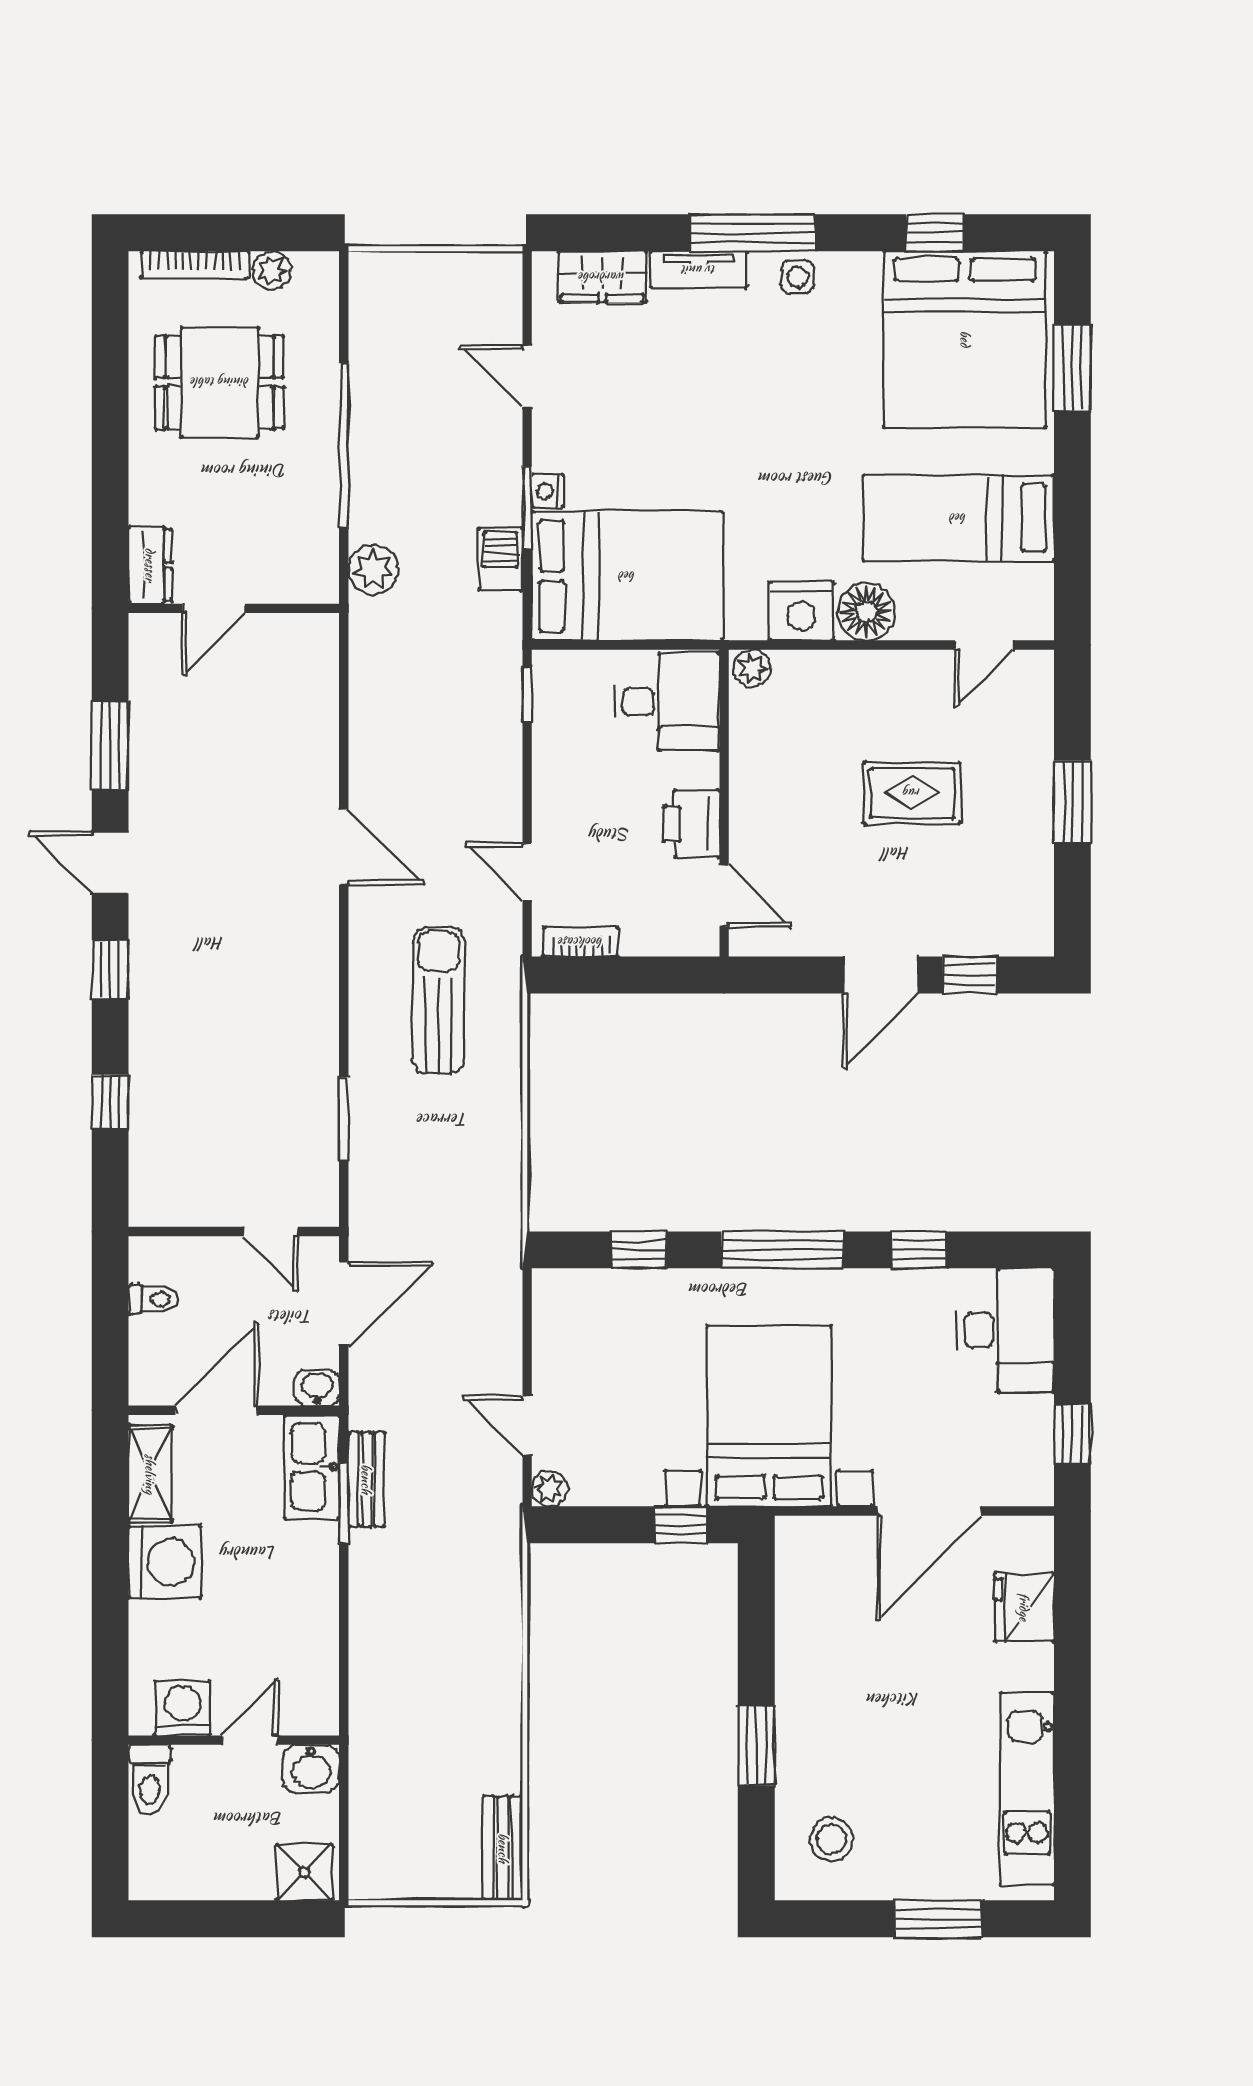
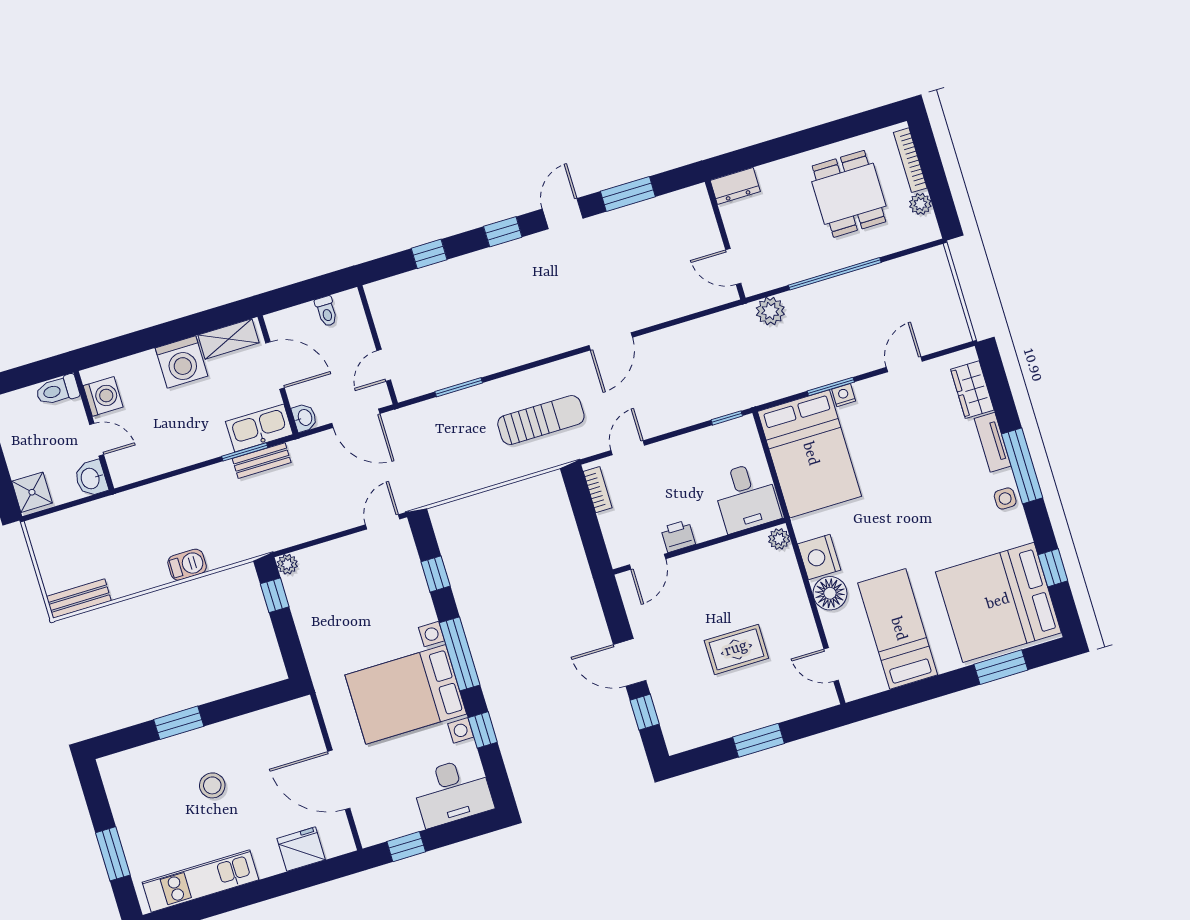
barbecue: (501, 559) -> (187, 565), moved
door: (214, 608) -> (733, 266), moved
rug: (912, 793) -> (736, 649), turned 90
printer: (692, 824) -> (678, 536), width x0.73, depth x0.81
bed with nightstands: (769, 1416) -> (406, 694), moved, turned 180
door: (527, 1425) -> (383, 522), moved
window: (680, 1525) -> (275, 595), moved
stool: (831, 1839) -> (212, 785), moved

